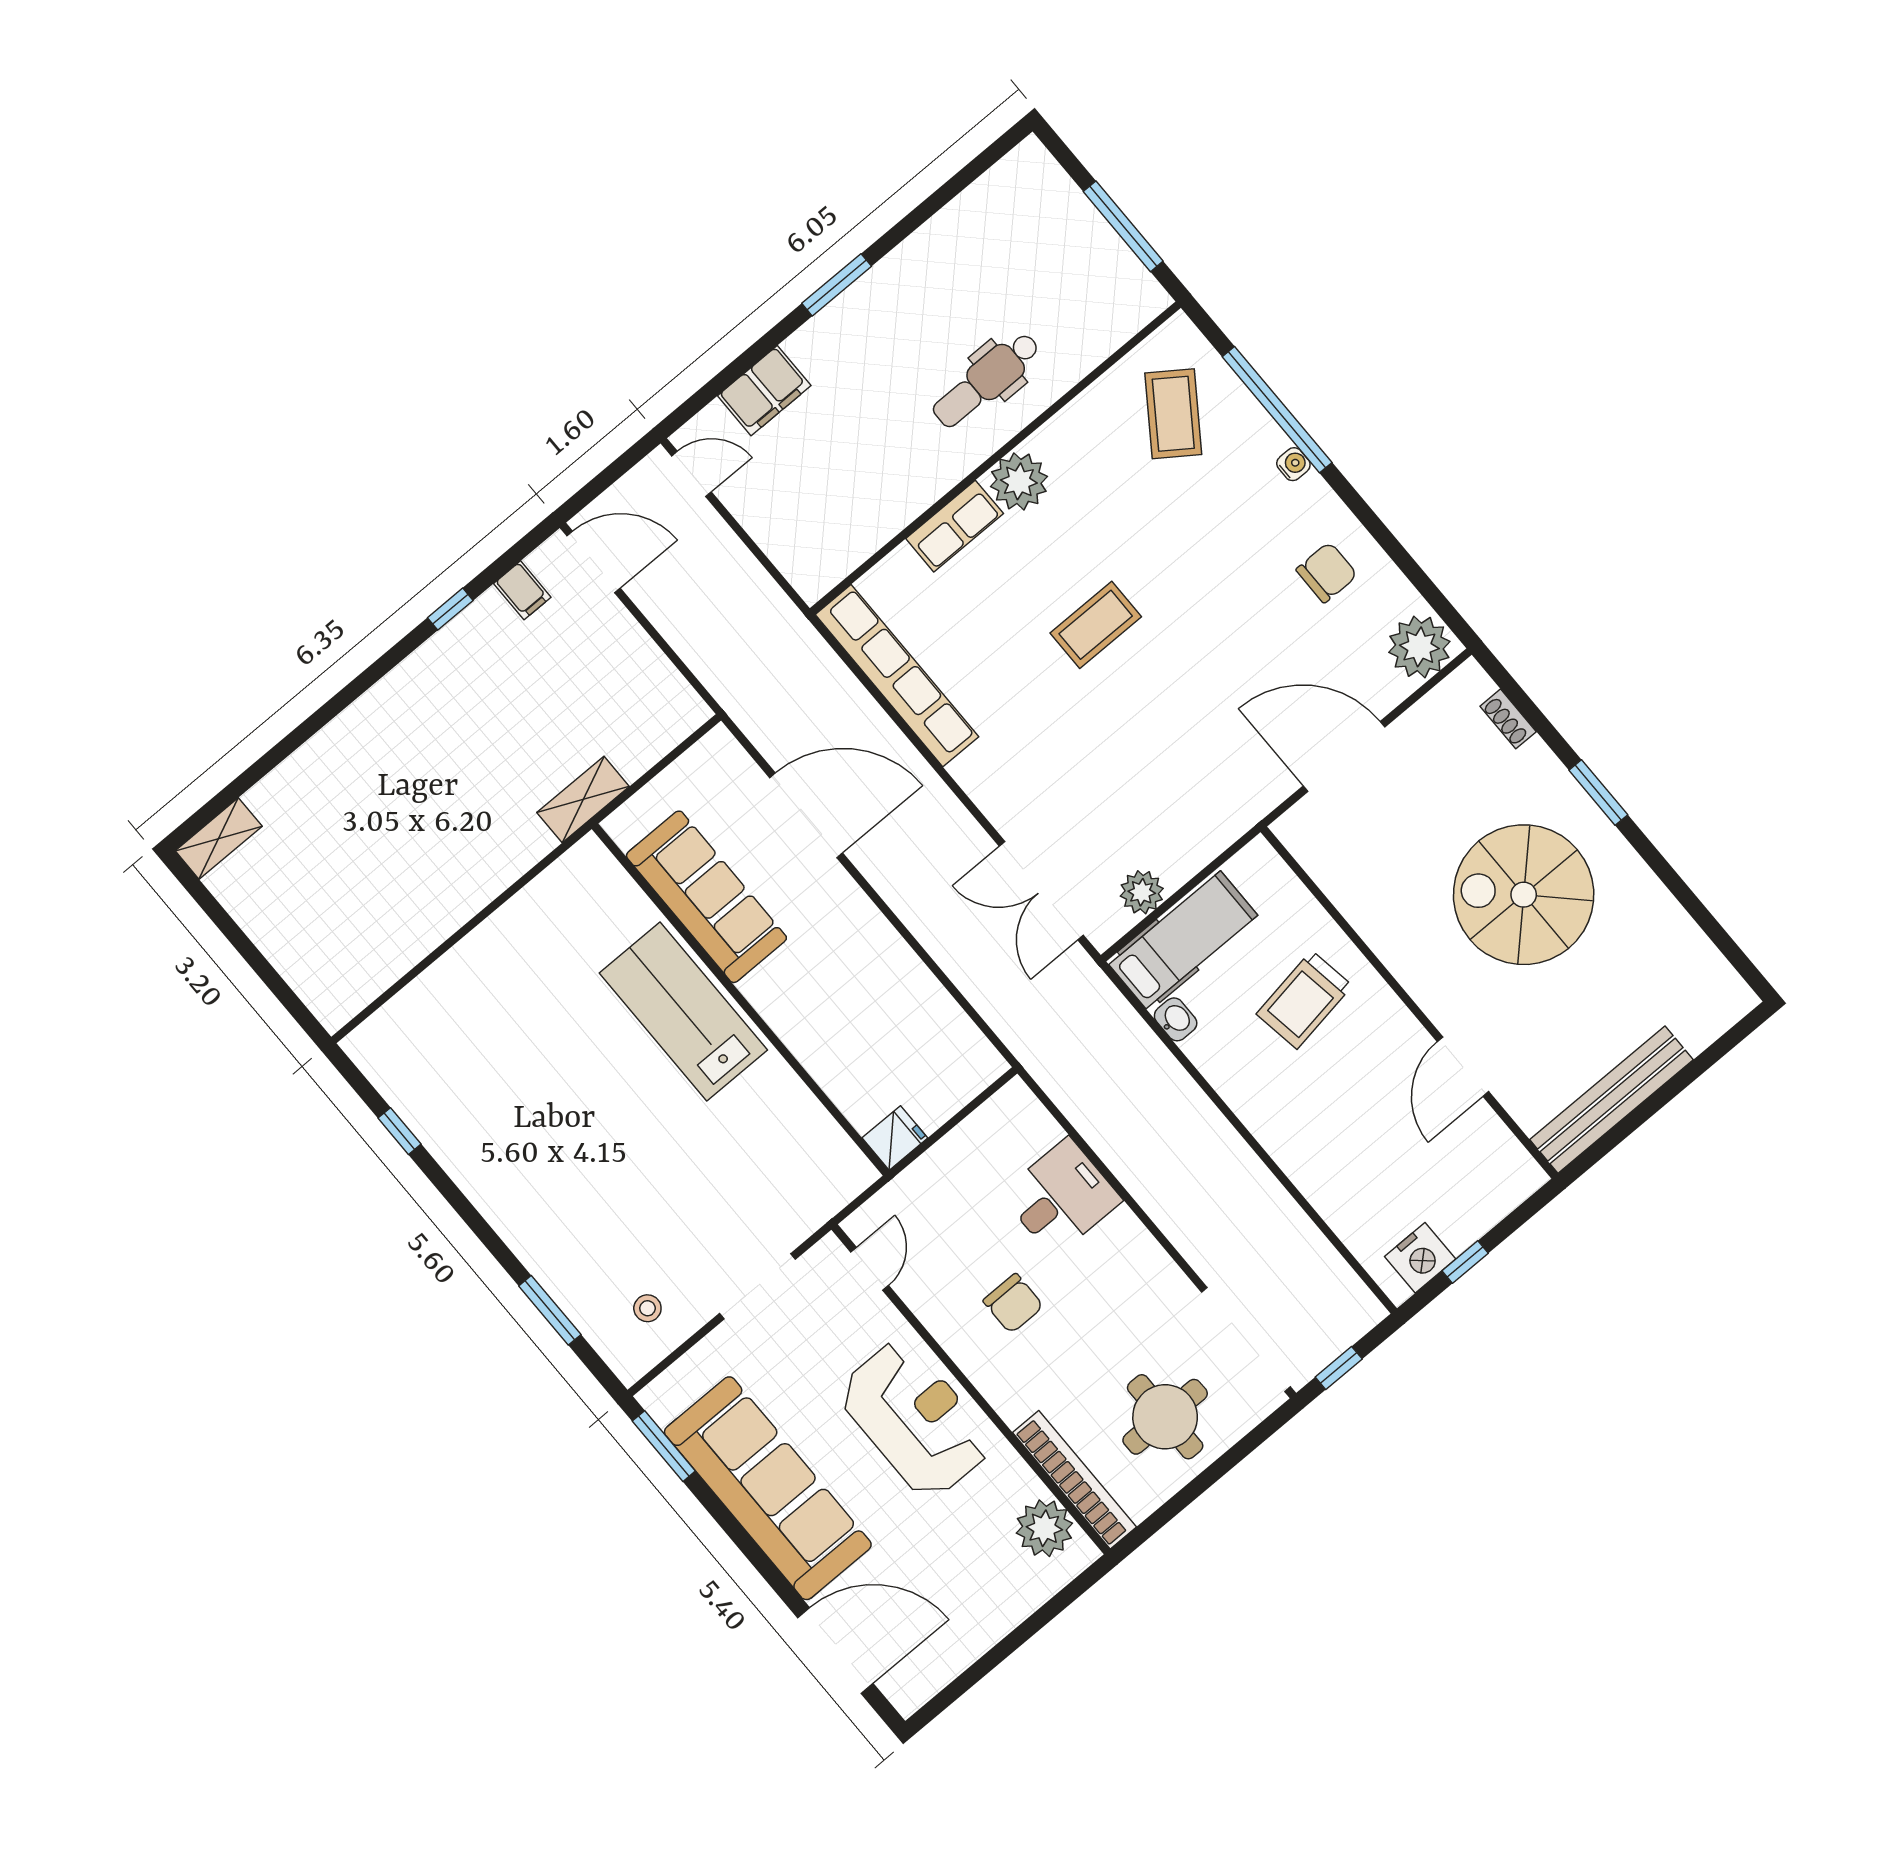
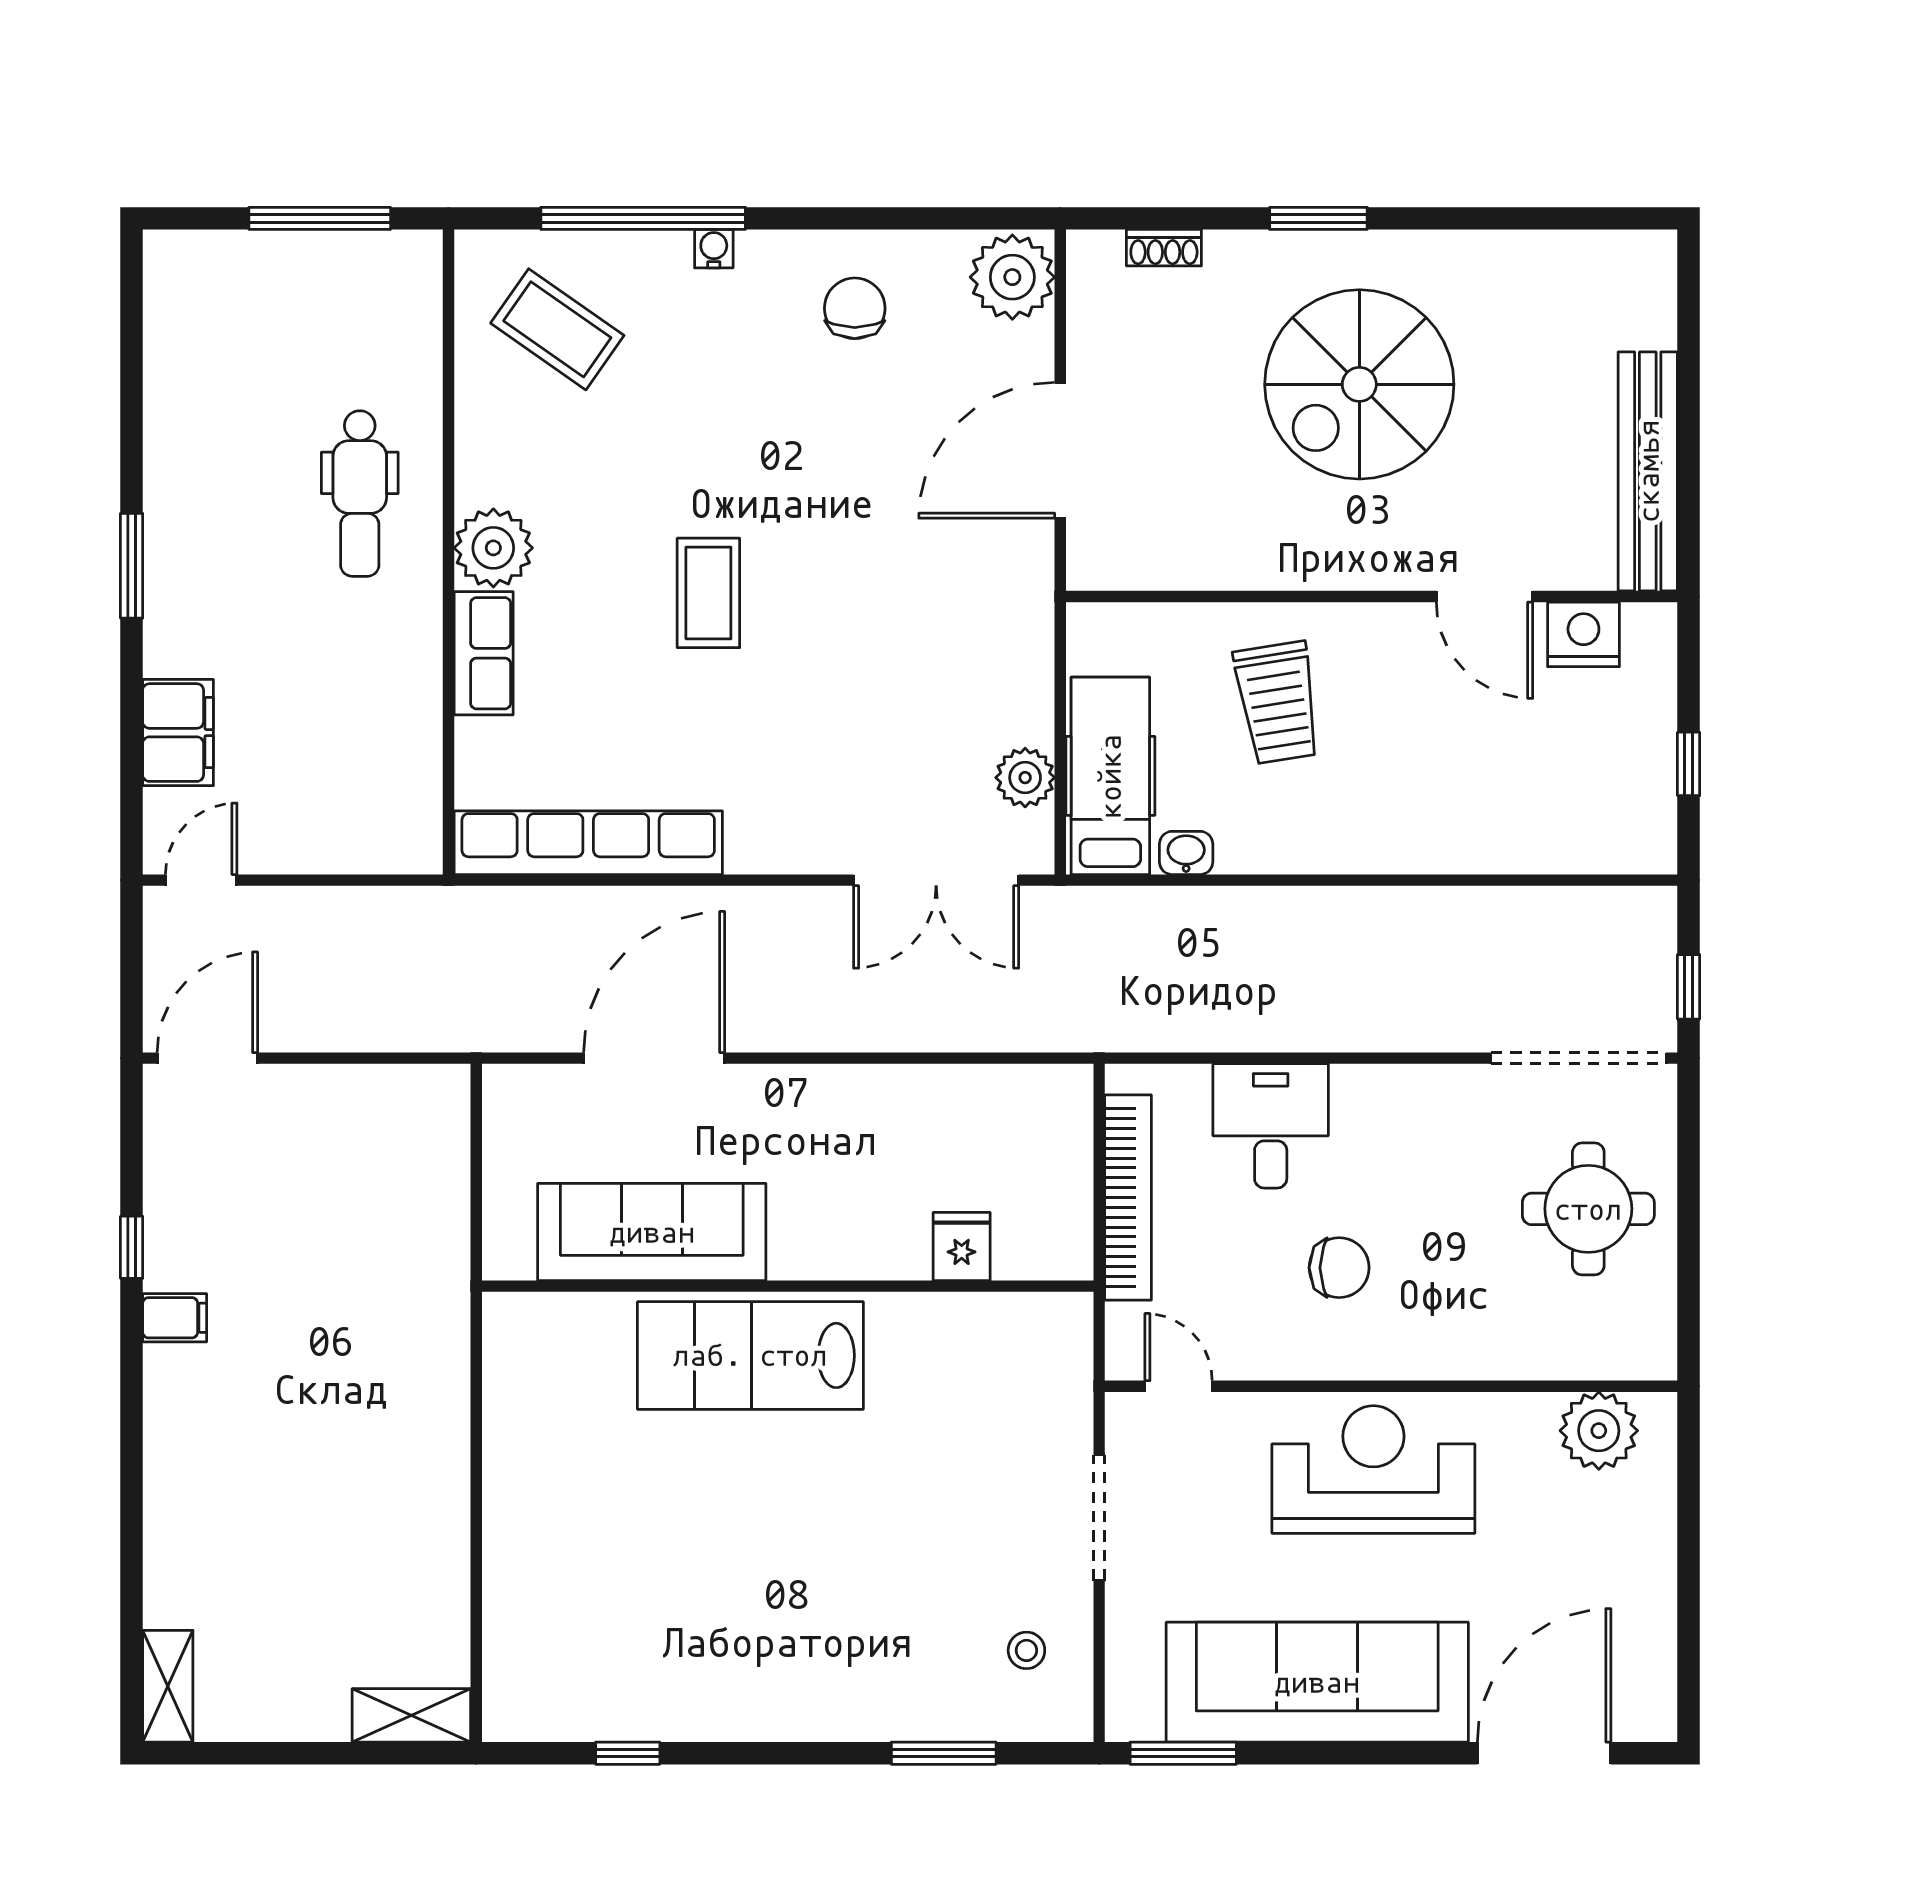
filing cabinet: (522, 590) -> (175, 1318), moved
shelving: (583, 800) -> (411, 1715), moved, turned 90
fridge: (895, 1138) -> (962, 1246), moved
nightstand: (1420, 1258) -> (1583, 634), moved, turned -90
bookcase: (1075, 1480) -> (1128, 1198), moved, turned 90

